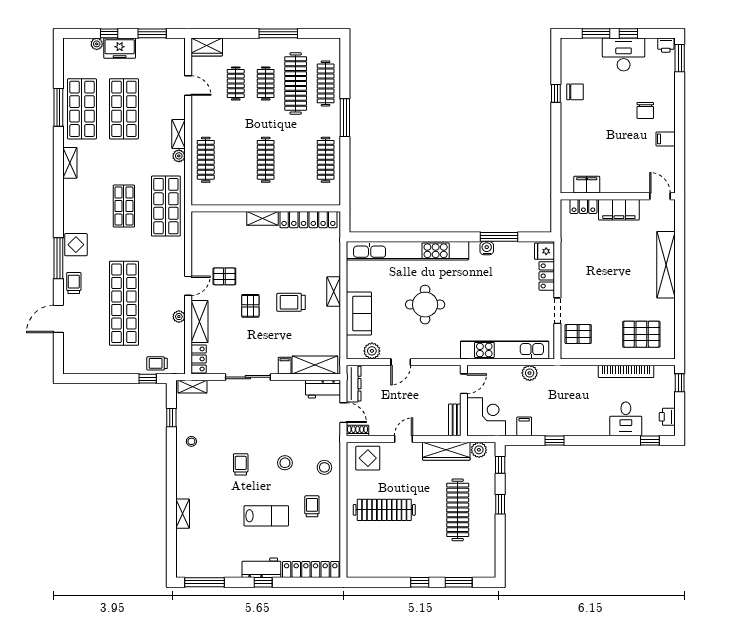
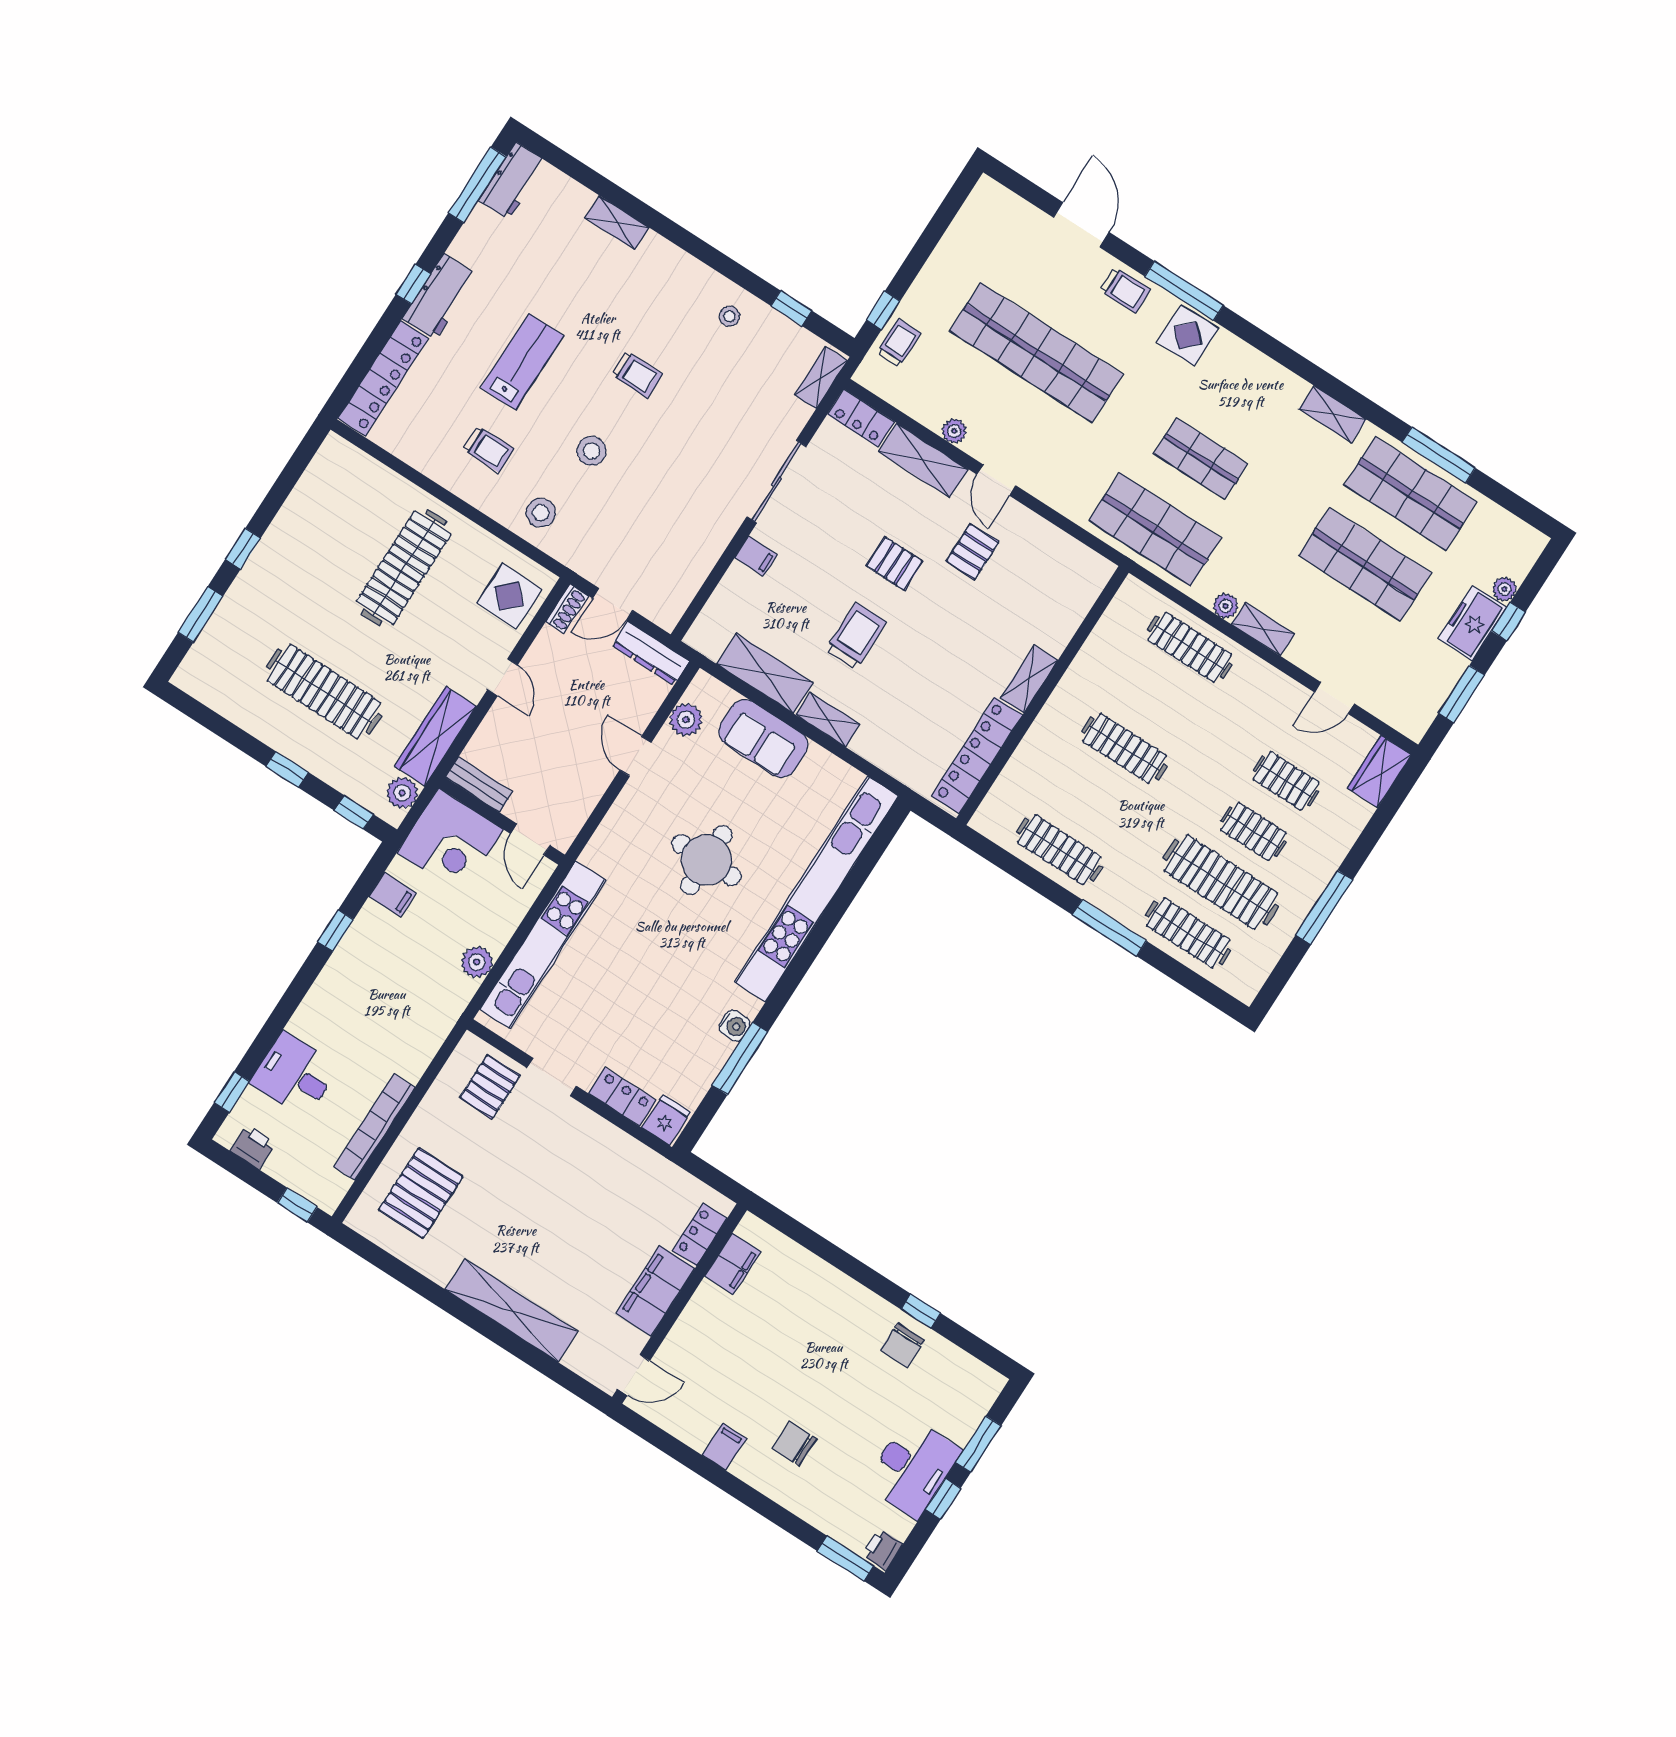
shelving: (315, 365) -> (765, 673), moved, turned 90
workbench: (323, 389) -> (512, 181), moved, turned 180
lab bench: (266, 516) -> (522, 362), turned 180

